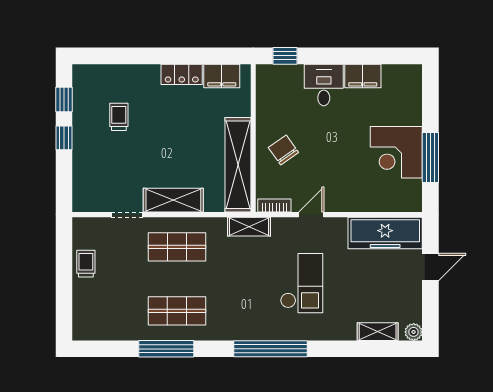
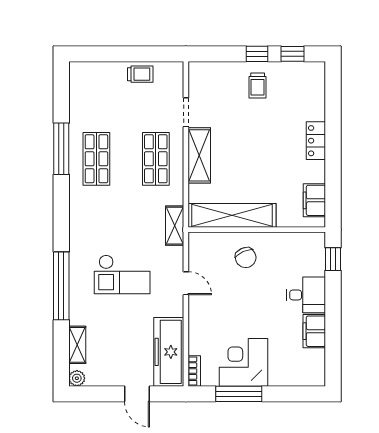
locker: (182, 74) -> (316, 141), moved
trolley: (119, 117) -> (258, 86), moved, turned 90
chair: (283, 150) -> (246, 258), turned 101
bookcase: (274, 206) -> (194, 371), moved
window: (271, 349) -> (61, 286), moved

